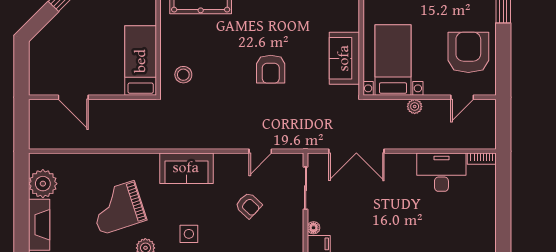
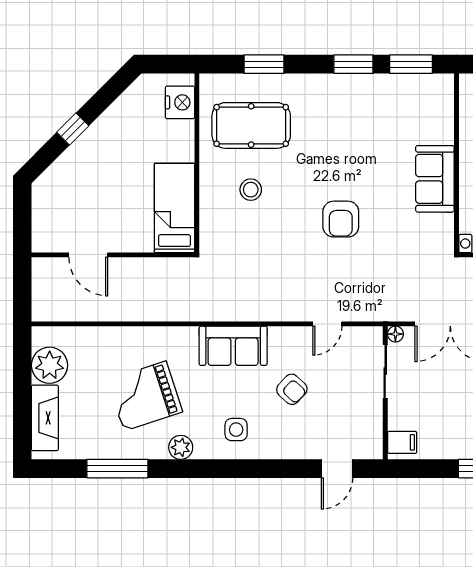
sofa: (344, 58) -> (435, 179), moved
stool: (183, 75) -> (251, 190), moved
armchair: (249, 205) -> (292, 389), moved
floor lamp: (313, 228) -> (395, 334), moved

